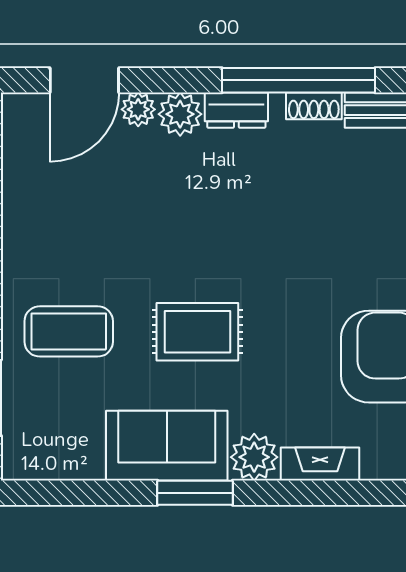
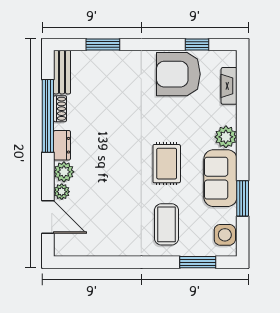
side table: (47, 455) -> (225, 235), added
fireplace: (320, 464) -> (229, 86), moved
window: (195, 493) -> (243, 198), moved

